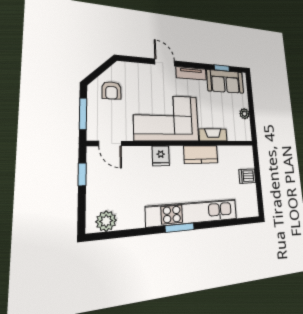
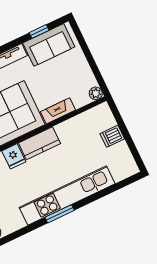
plant: (244, 114) -> (96, 93), moved
kitchen counter: (201, 154) -> (39, 143), moved

